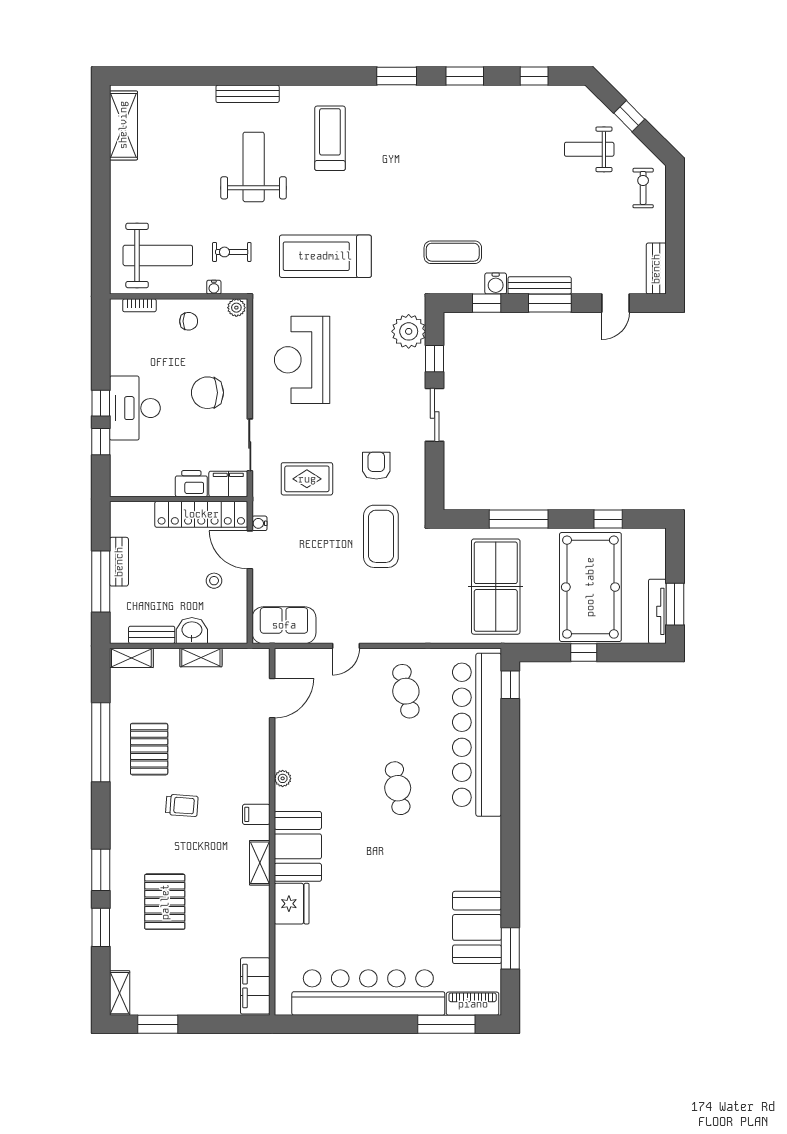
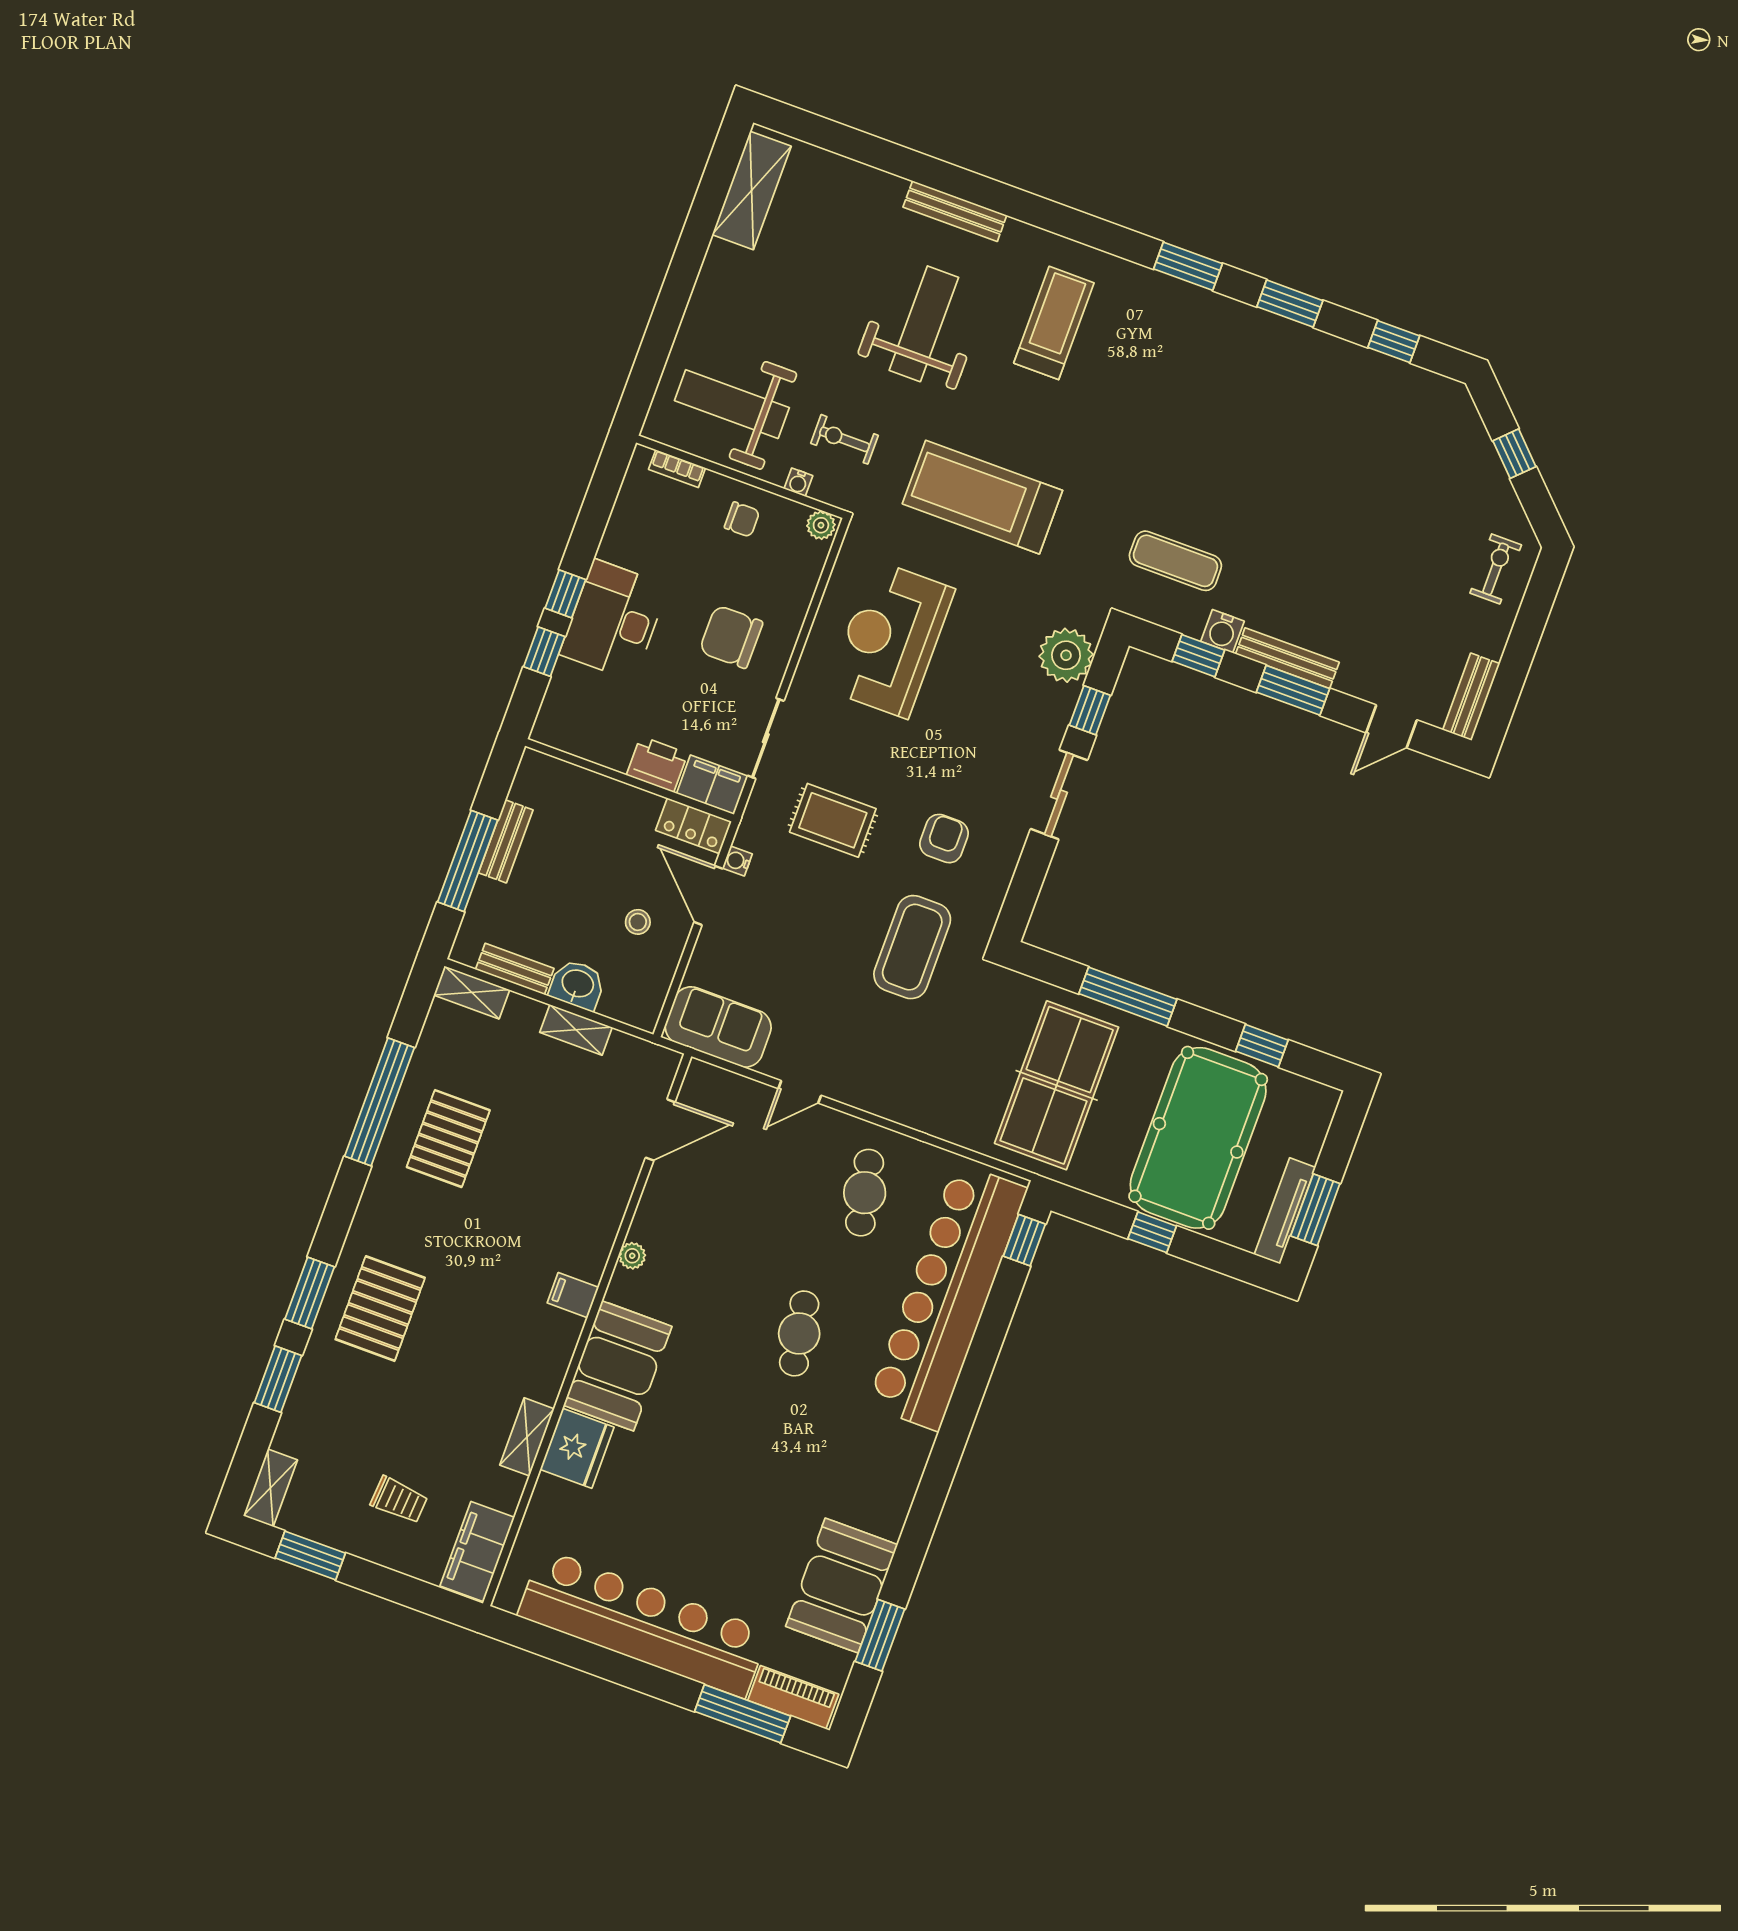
weight bench: (589, 149) -> (1436, 481), removed
weight bench: (158, 255) -> (732, 404), turned 180
locker: (201, 514) -> (694, 826), width x0.46, depth x0.83
trolley: (182, 805) -> (399, 1500), moved
shelving: (260, 863) -> (527, 1437), moved
pallet: (165, 902) -> (380, 1309), moved

